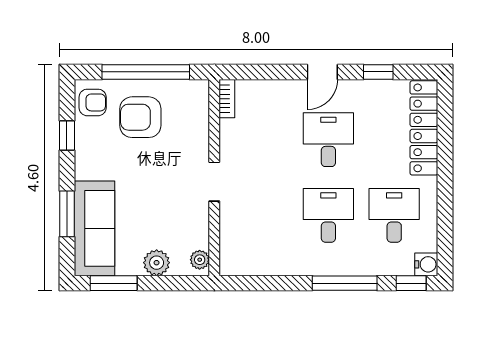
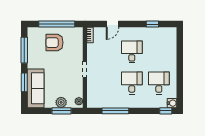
door: (322, 72) -> (113, 24), moved
armchair: (93, 102) -> (35, 37), removed
locker: (424, 128) -> (171, 47), removed
window: (67, 135) -> (24, 50), width x2.17
window: (114, 283) -> (62, 111), moved
window: (345, 283) -> (115, 111), moved

